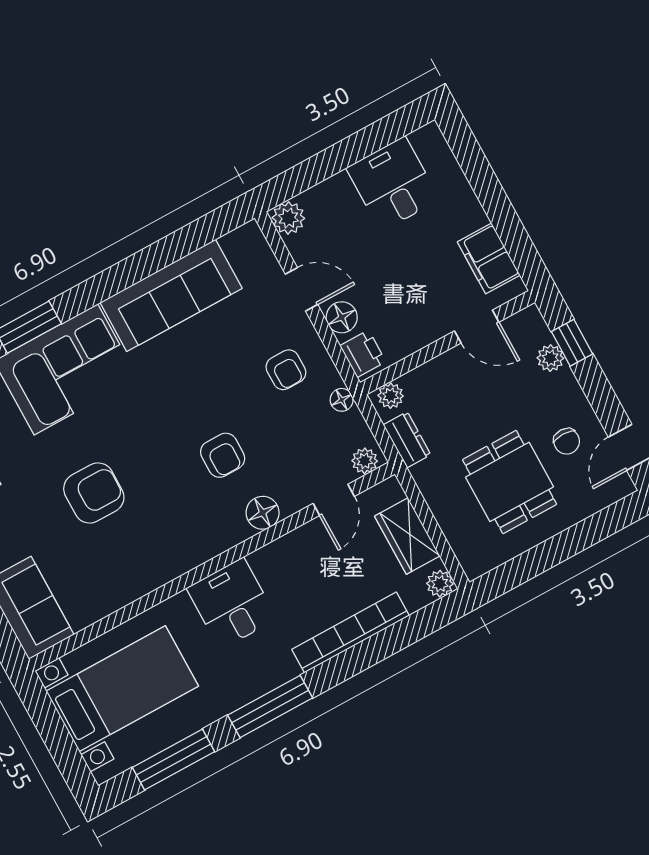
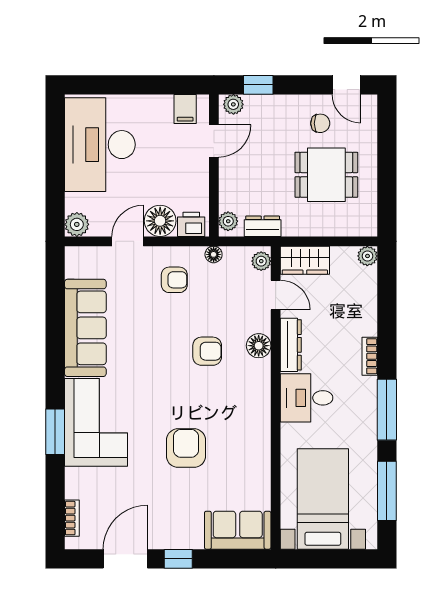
desk: (393, 184) -> (100, 145), width x1.87, depth x1.30
filing cabinet: (489, 258) -> (185, 109), width x0.50
floor lamp: (342, 317) -> (160, 221), width x1.38, depth x1.38
plant: (550, 358) -> (233, 104), moved
wardrobe: (407, 536) -> (305, 260), moved
dresser: (284, 550) -> (291, 345), added
bookcase: (350, 633) -> (370, 356), width x0.43, depth x0.76

